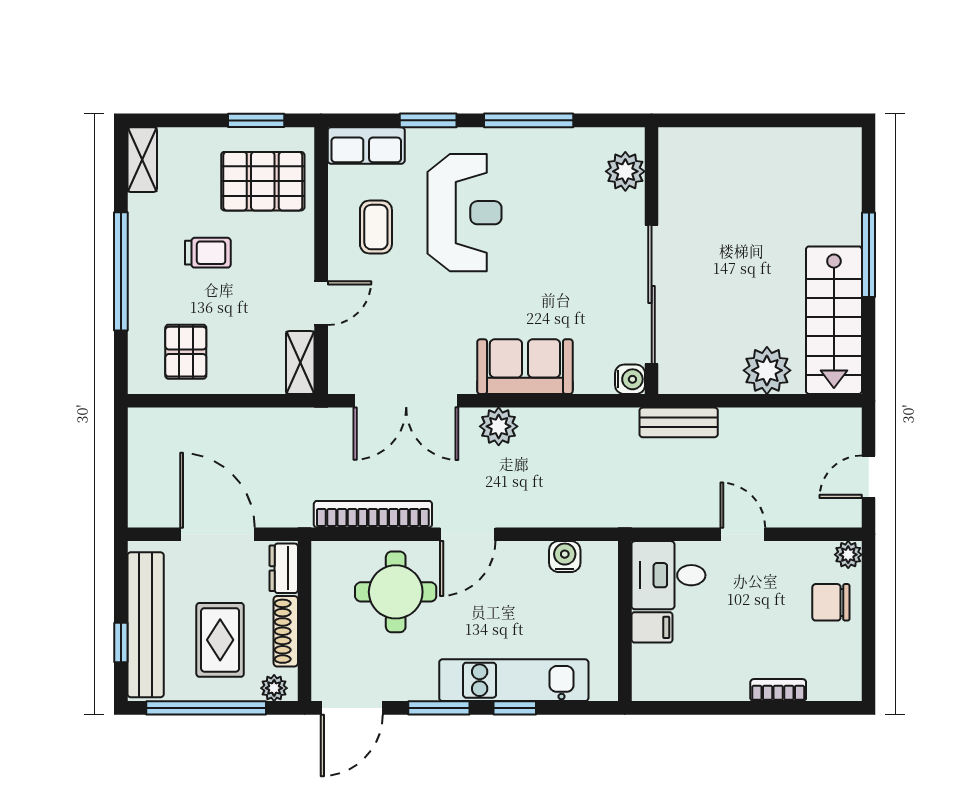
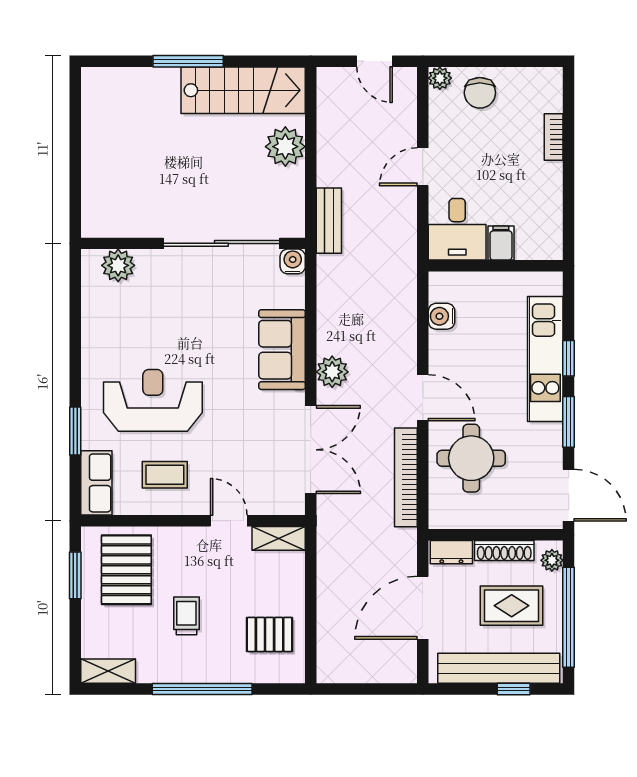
window: (529, 120) -> (75, 347), removed

